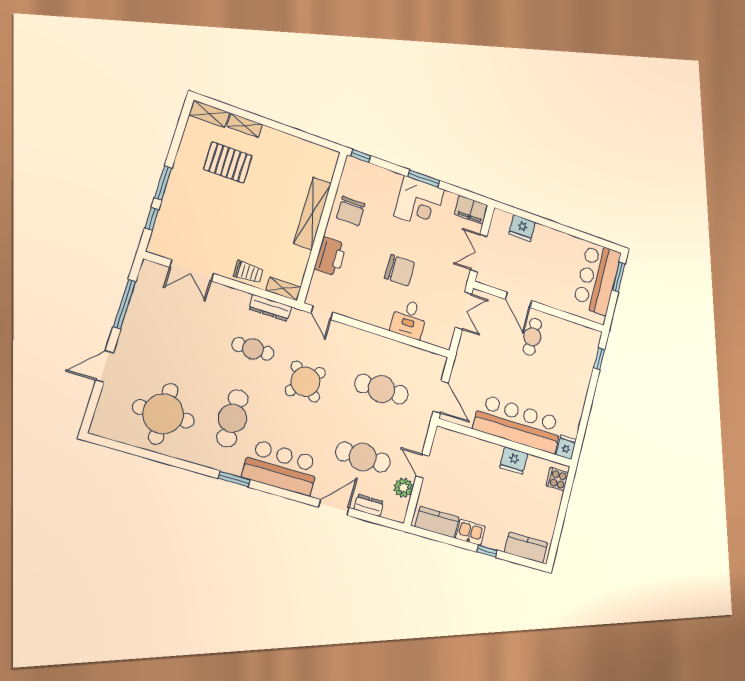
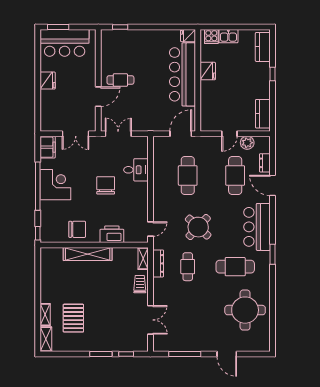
window: (424, 179) -> (38, 186), width x2.11
fridge: (522, 228) -> (48, 81), moved
kitchen sink: (470, 532) -> (228, 36), moved, turned -90

